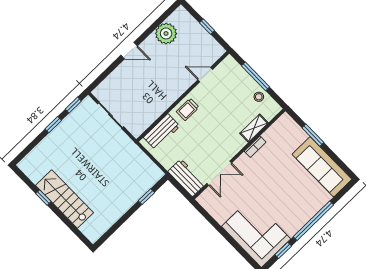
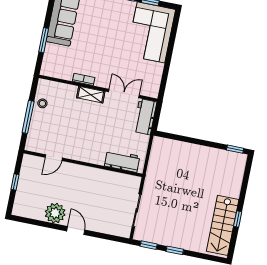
plant: (166, 33) -> (55, 213), moved
door: (205, 75) -> (54, 158), hinge flipped
trolley: (188, 109) -> (91, 153), removed
shelving: (254, 128) -> (91, 95), moved
window: (146, 197) -> (235, 149), moved
stairs: (65, 199) -> (223, 225), moved

